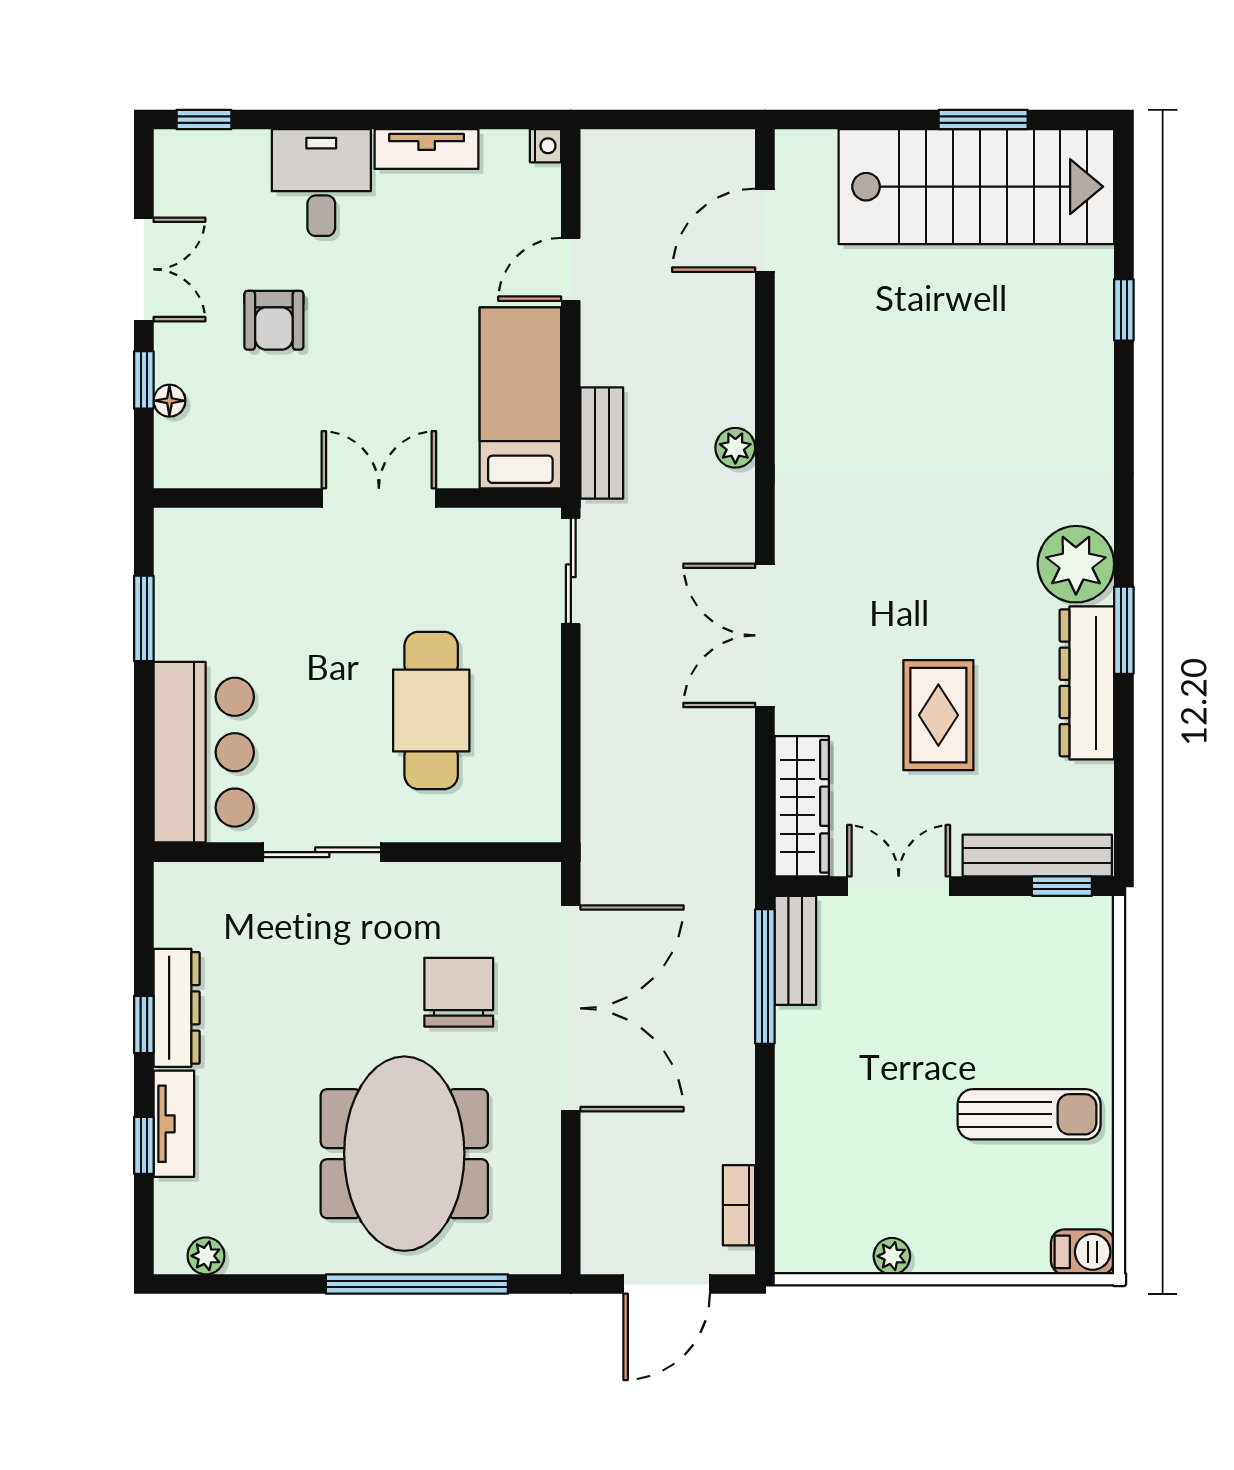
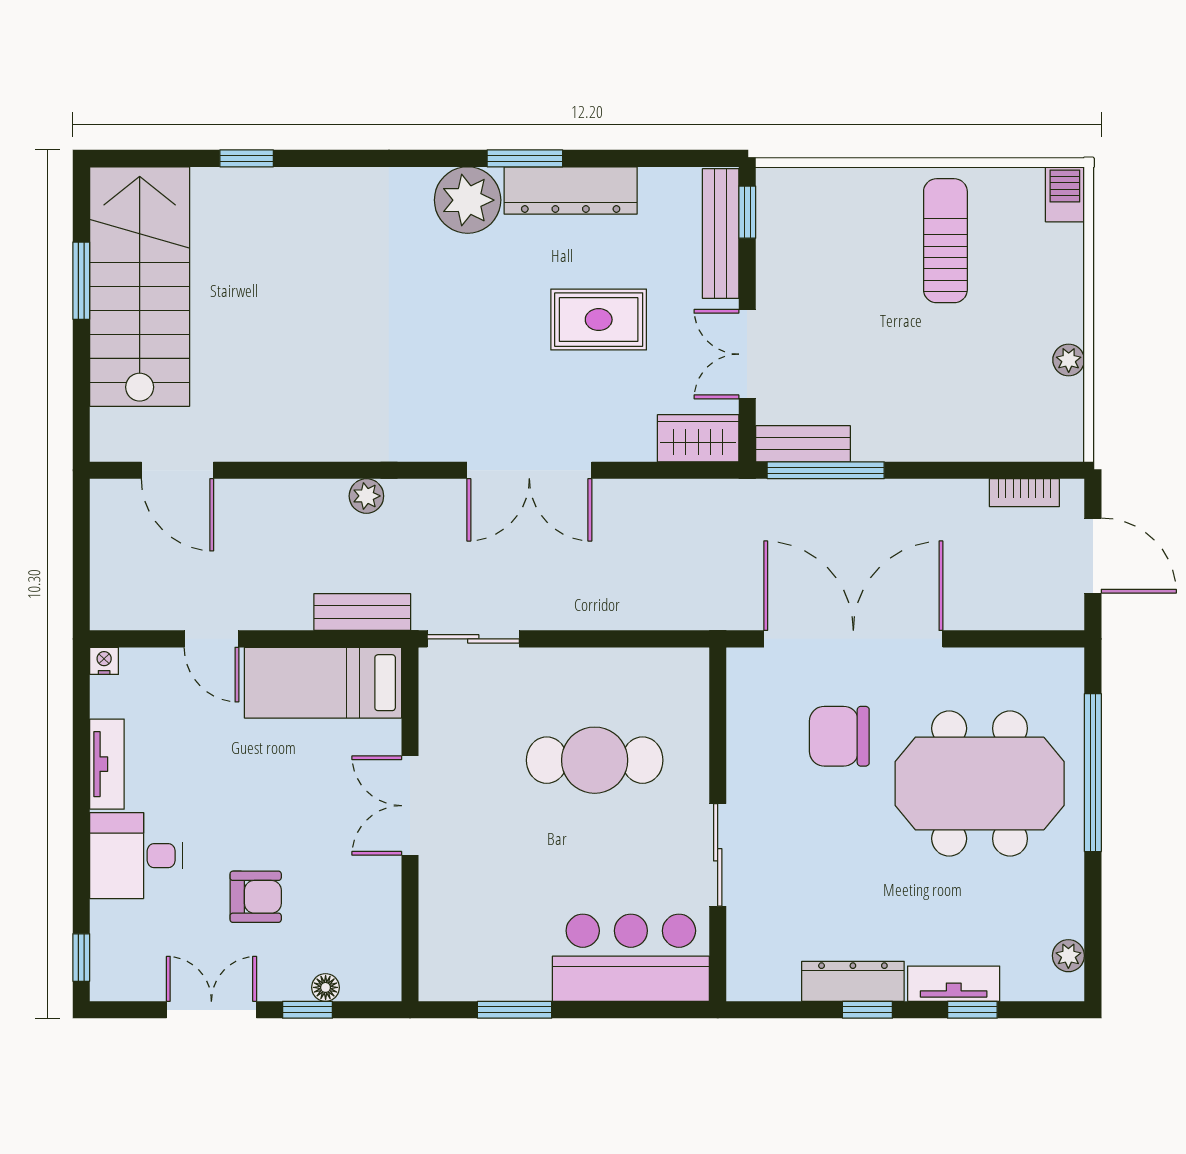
wardrobe: (802, 806) -> (698, 438), width x0.67

